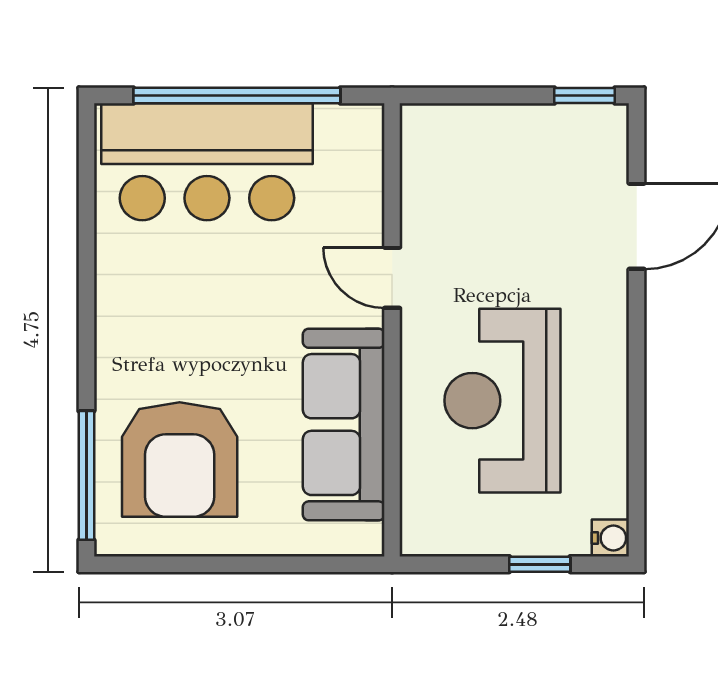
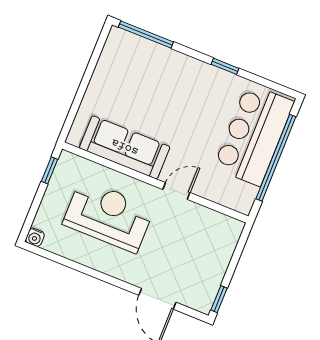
window: (86, 281) -> (225, 66), added
armchair: (180, 460) -> (137, 75), removed
window: (540, 564) -> (50, 170), moved

